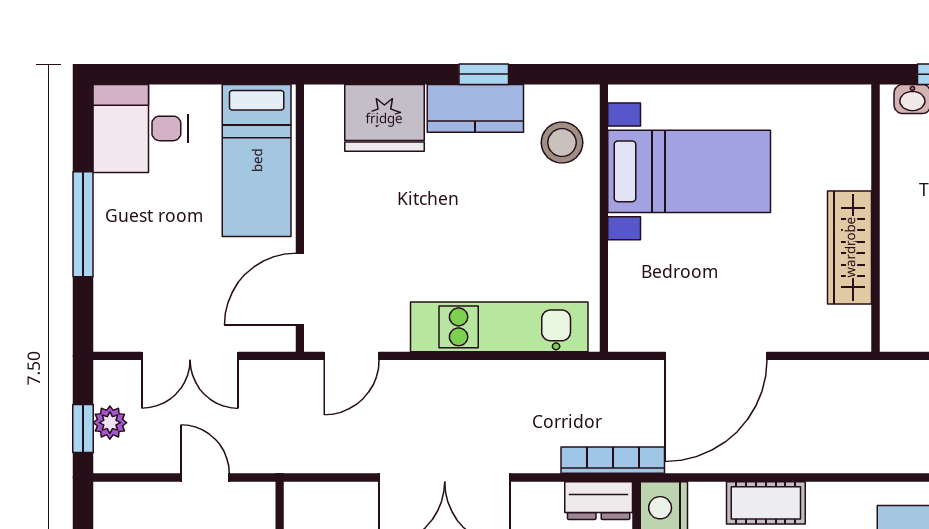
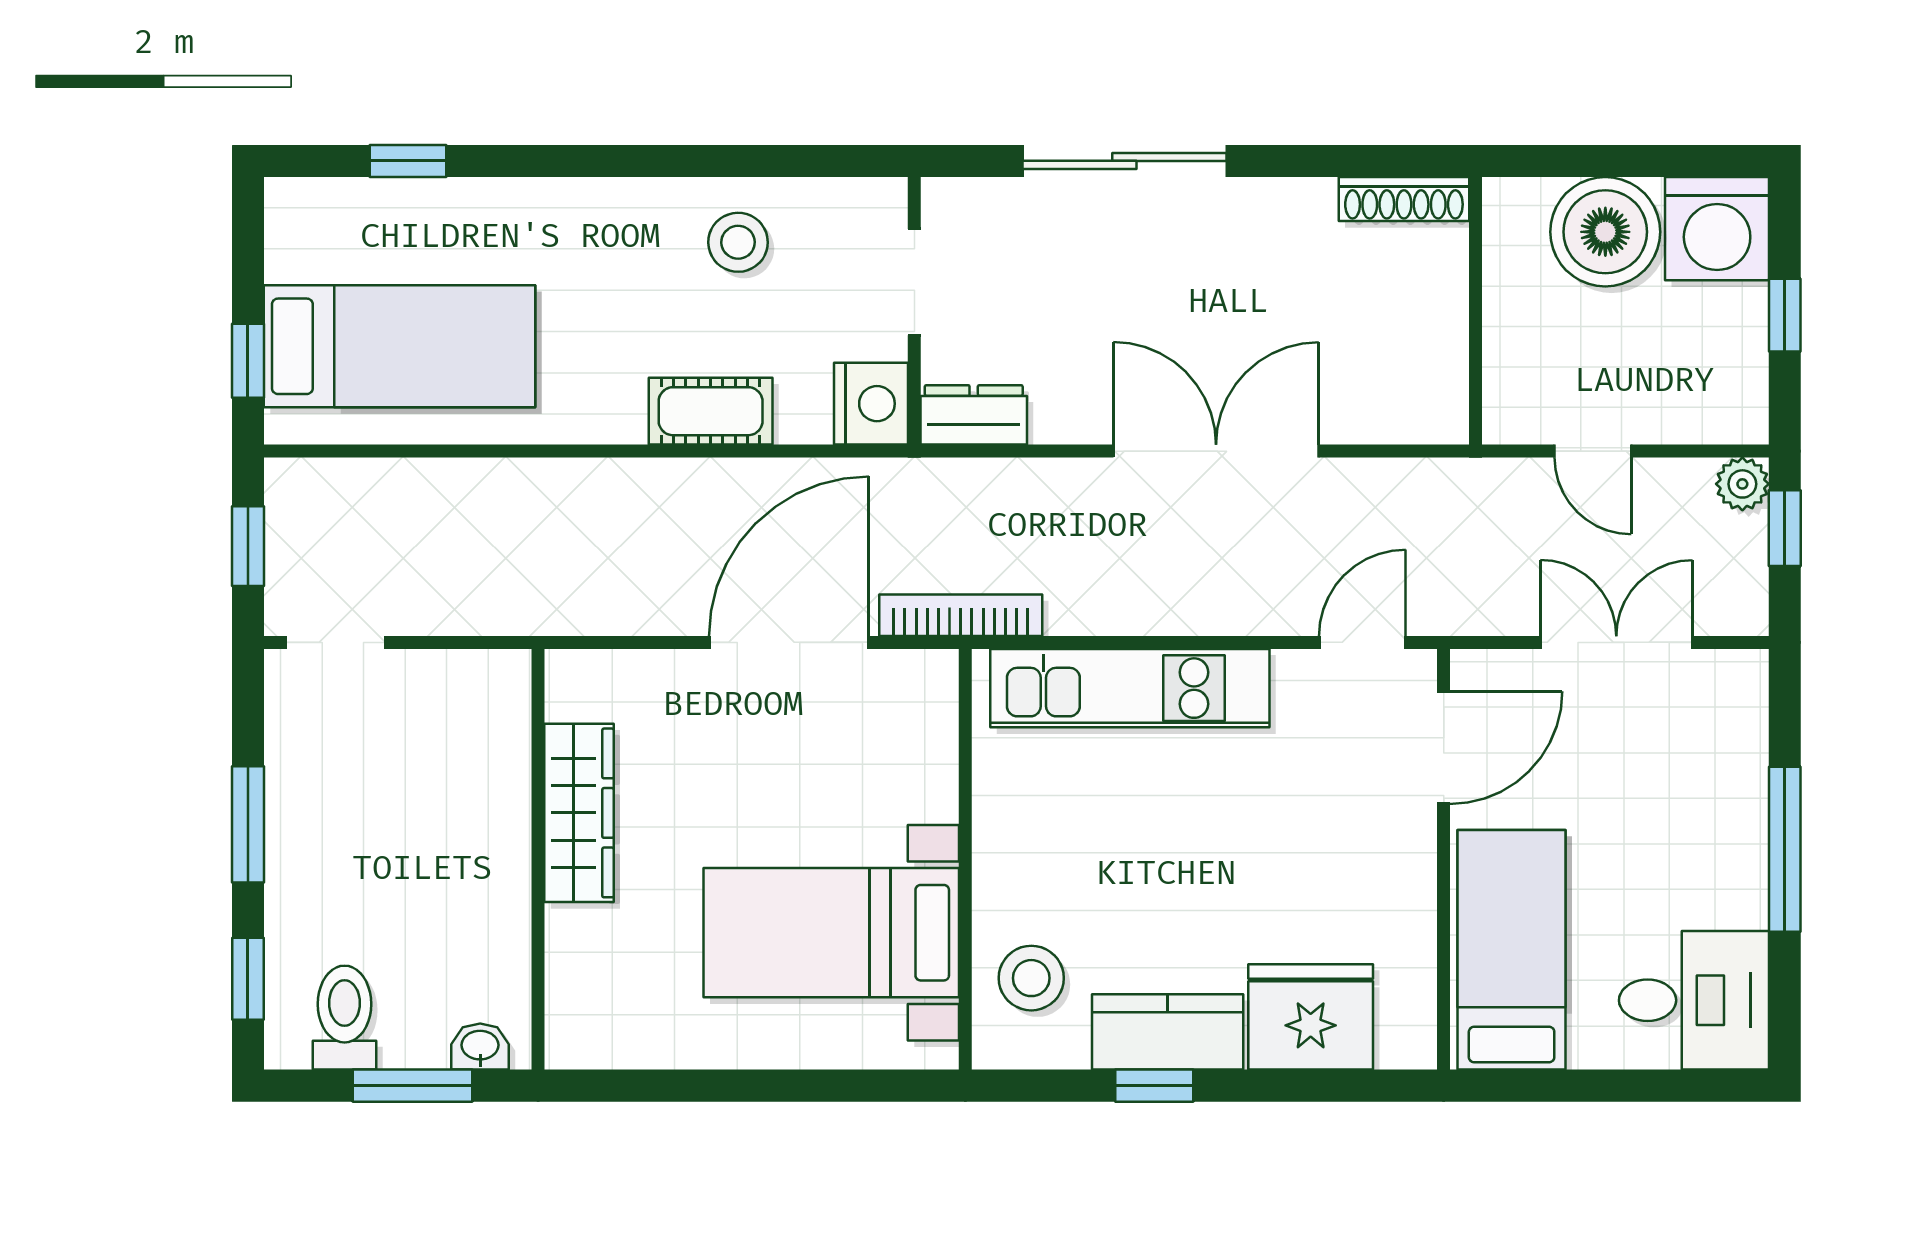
plant: (110, 423) -> (1742, 484), moved
bookcase: (613, 460) -> (961, 615), moved, turned 180

